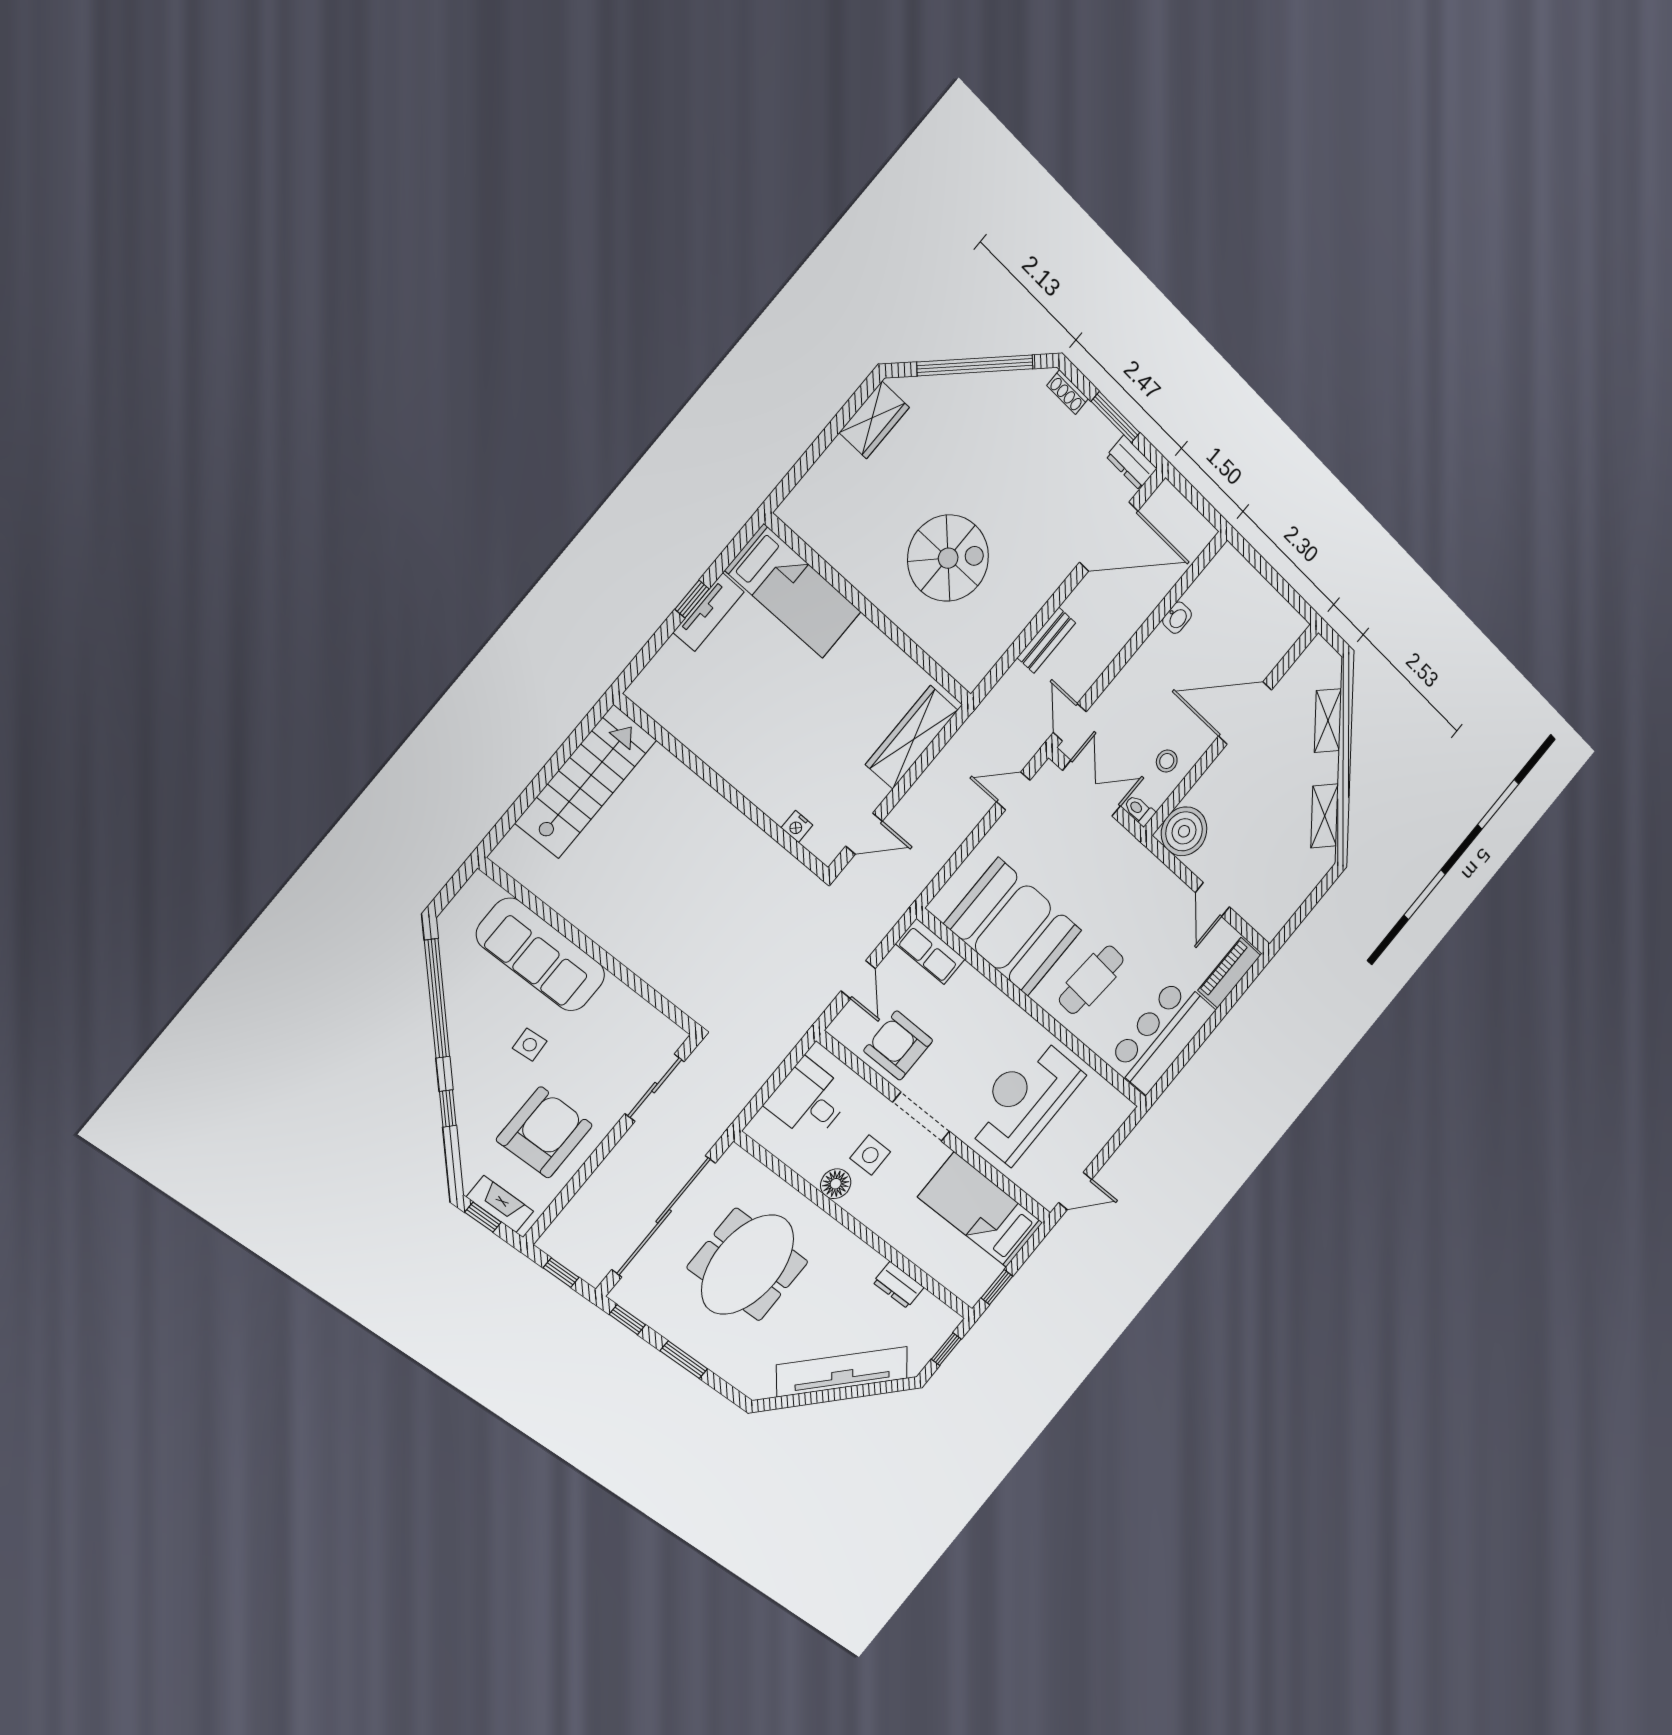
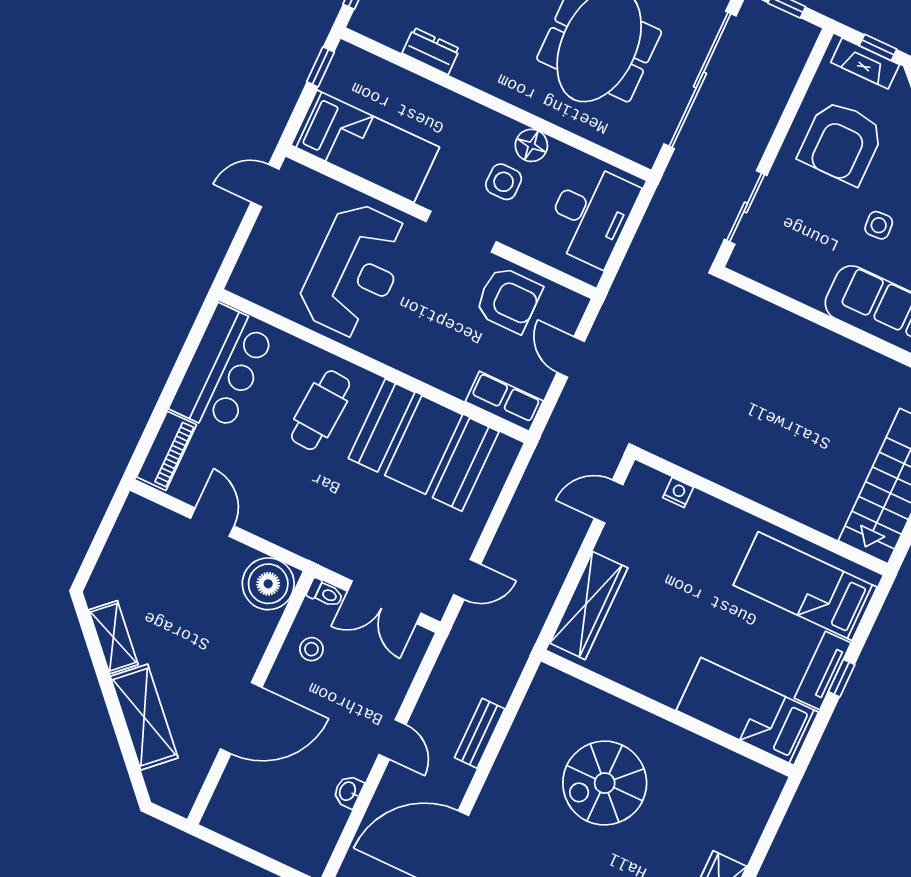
bed: (702, 702) -> (805, 586), added
shelving: (1328, 721) -> (144, 717), width x1.50, depth x1.33
door: (1070, 722) -> (392, 740), moved
desk: (809, 1100) -> (591, 215), width x1.37

